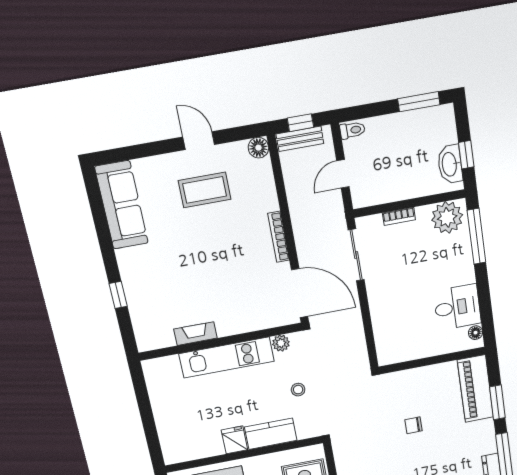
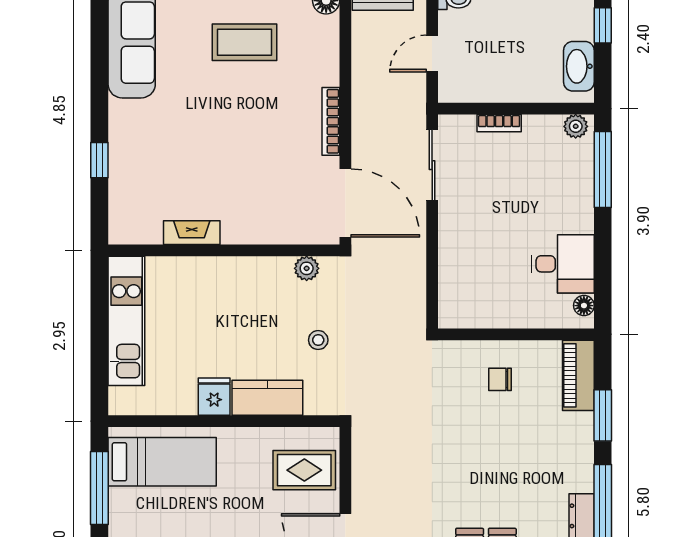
window: (466, 155) -> (603, 25), moved
plant: (447, 218) -> (576, 126), width x0.53, depth x0.53
kitchen unit: (227, 358) -> (126, 321), moved, turned -90
piano: (475, 389) -> (578, 375), width x0.73, depth x0.75
chair: (413, 425) -> (500, 379), moved

